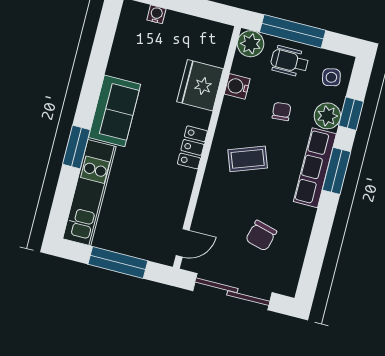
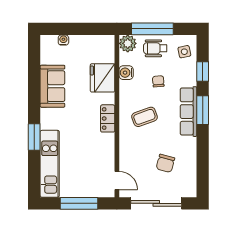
sofa: (115, 111) -> (52, 86), moved
plant: (327, 116) -> (188, 77), removed
door: (183, 243) -> (117, 181), hinge flipped

